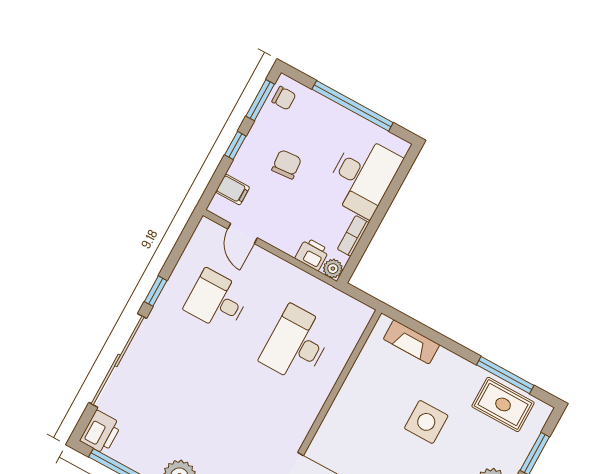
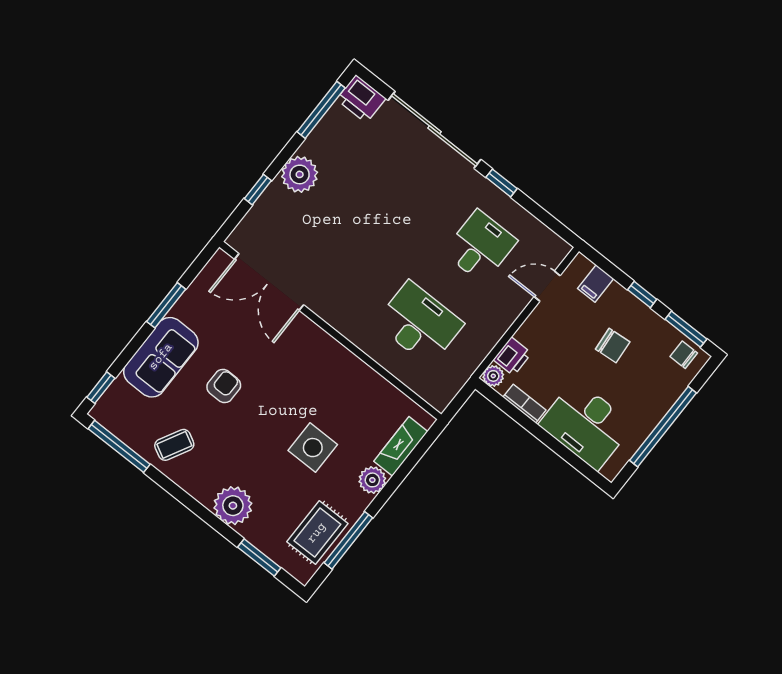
chair: (284, 98) -> (684, 355), turned 90
plant: (447, 363) -> (372, 480), added

